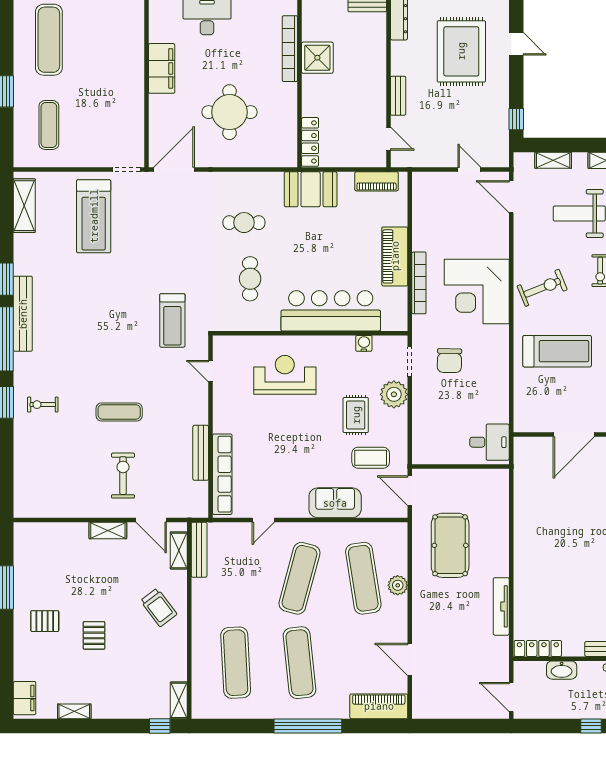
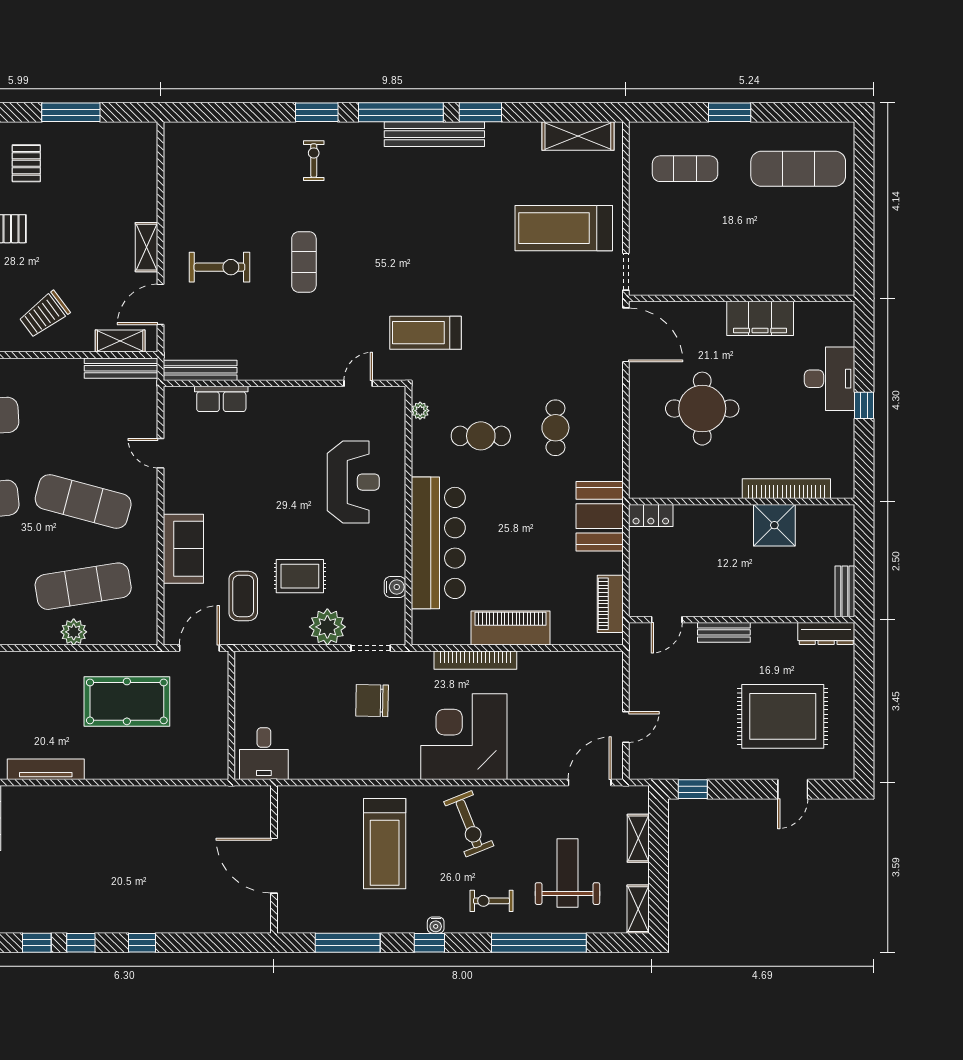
locker: (310, 142) -> (651, 516), width x0.66
plant: (231, 324) -> (420, 411), added
bench: (201, 453) -> (200, 370), moved
row of seats: (222, 474) -> (221, 399), width x0.50

